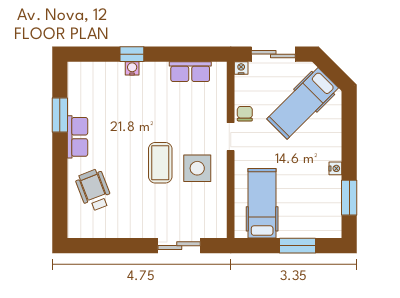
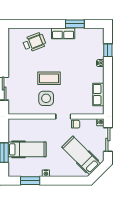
window: (132, 54) -> (108, 50), moved
hospital bed: (262, 203) -> (27, 149), moved

